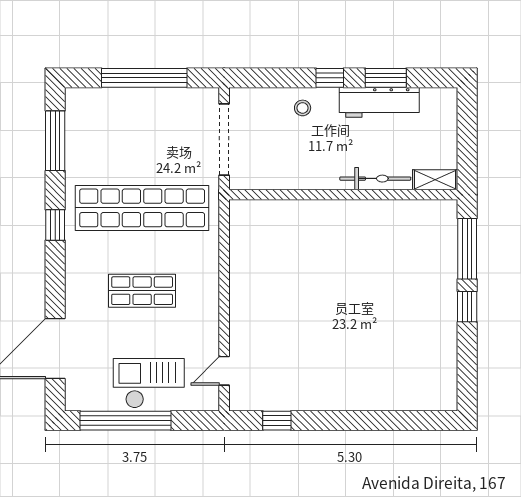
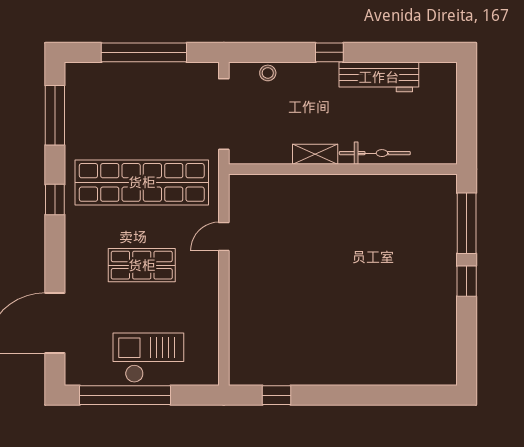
window: (386, 78) -> (385, 52), removed
stool: (303, 108) -> (268, 73), moved
shelving: (435, 180) -> (315, 154), moved
door: (224, 371) -> (224, 236), moved

